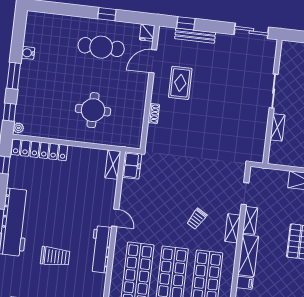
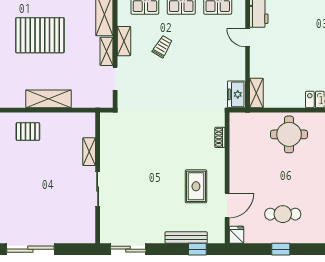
cafe table: (101, 47) -> (283, 214), width x0.73, depth x0.74
round table: (93, 110) -> (289, 134), moved
shoe rack: (154, 114) -> (220, 137), moved

